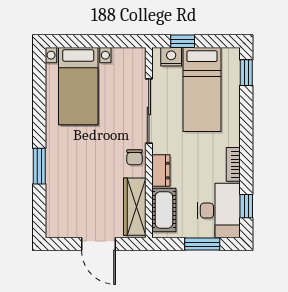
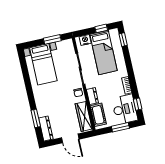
window: (107, 41) -> (52, 39), added
window: (183, 41) -> (101, 28), moved
window: (39, 166) -> (36, 118), moved
dresser: (55, 214) -> (46, 128), added

